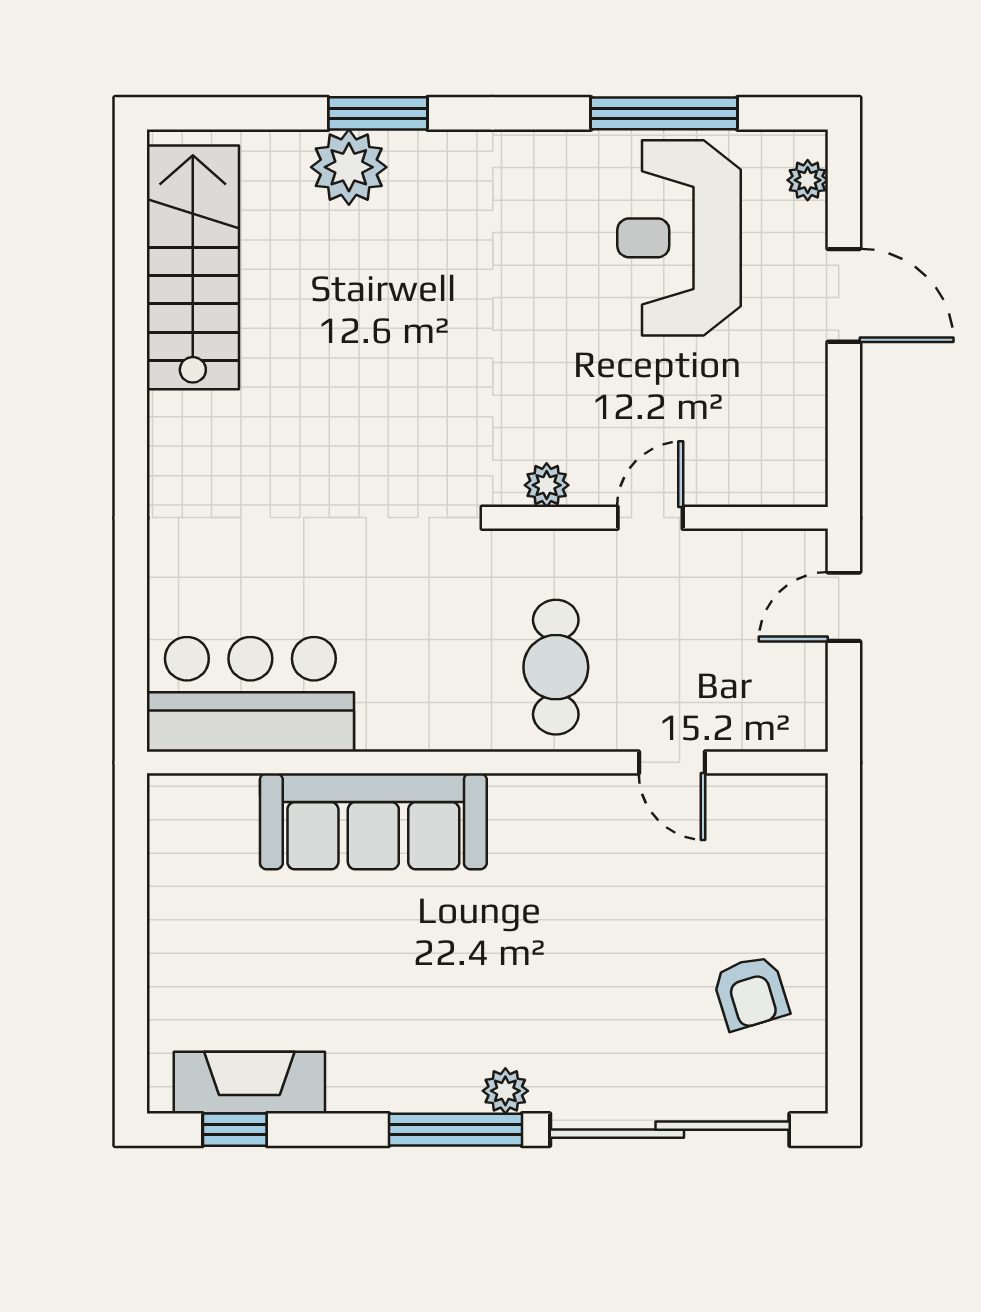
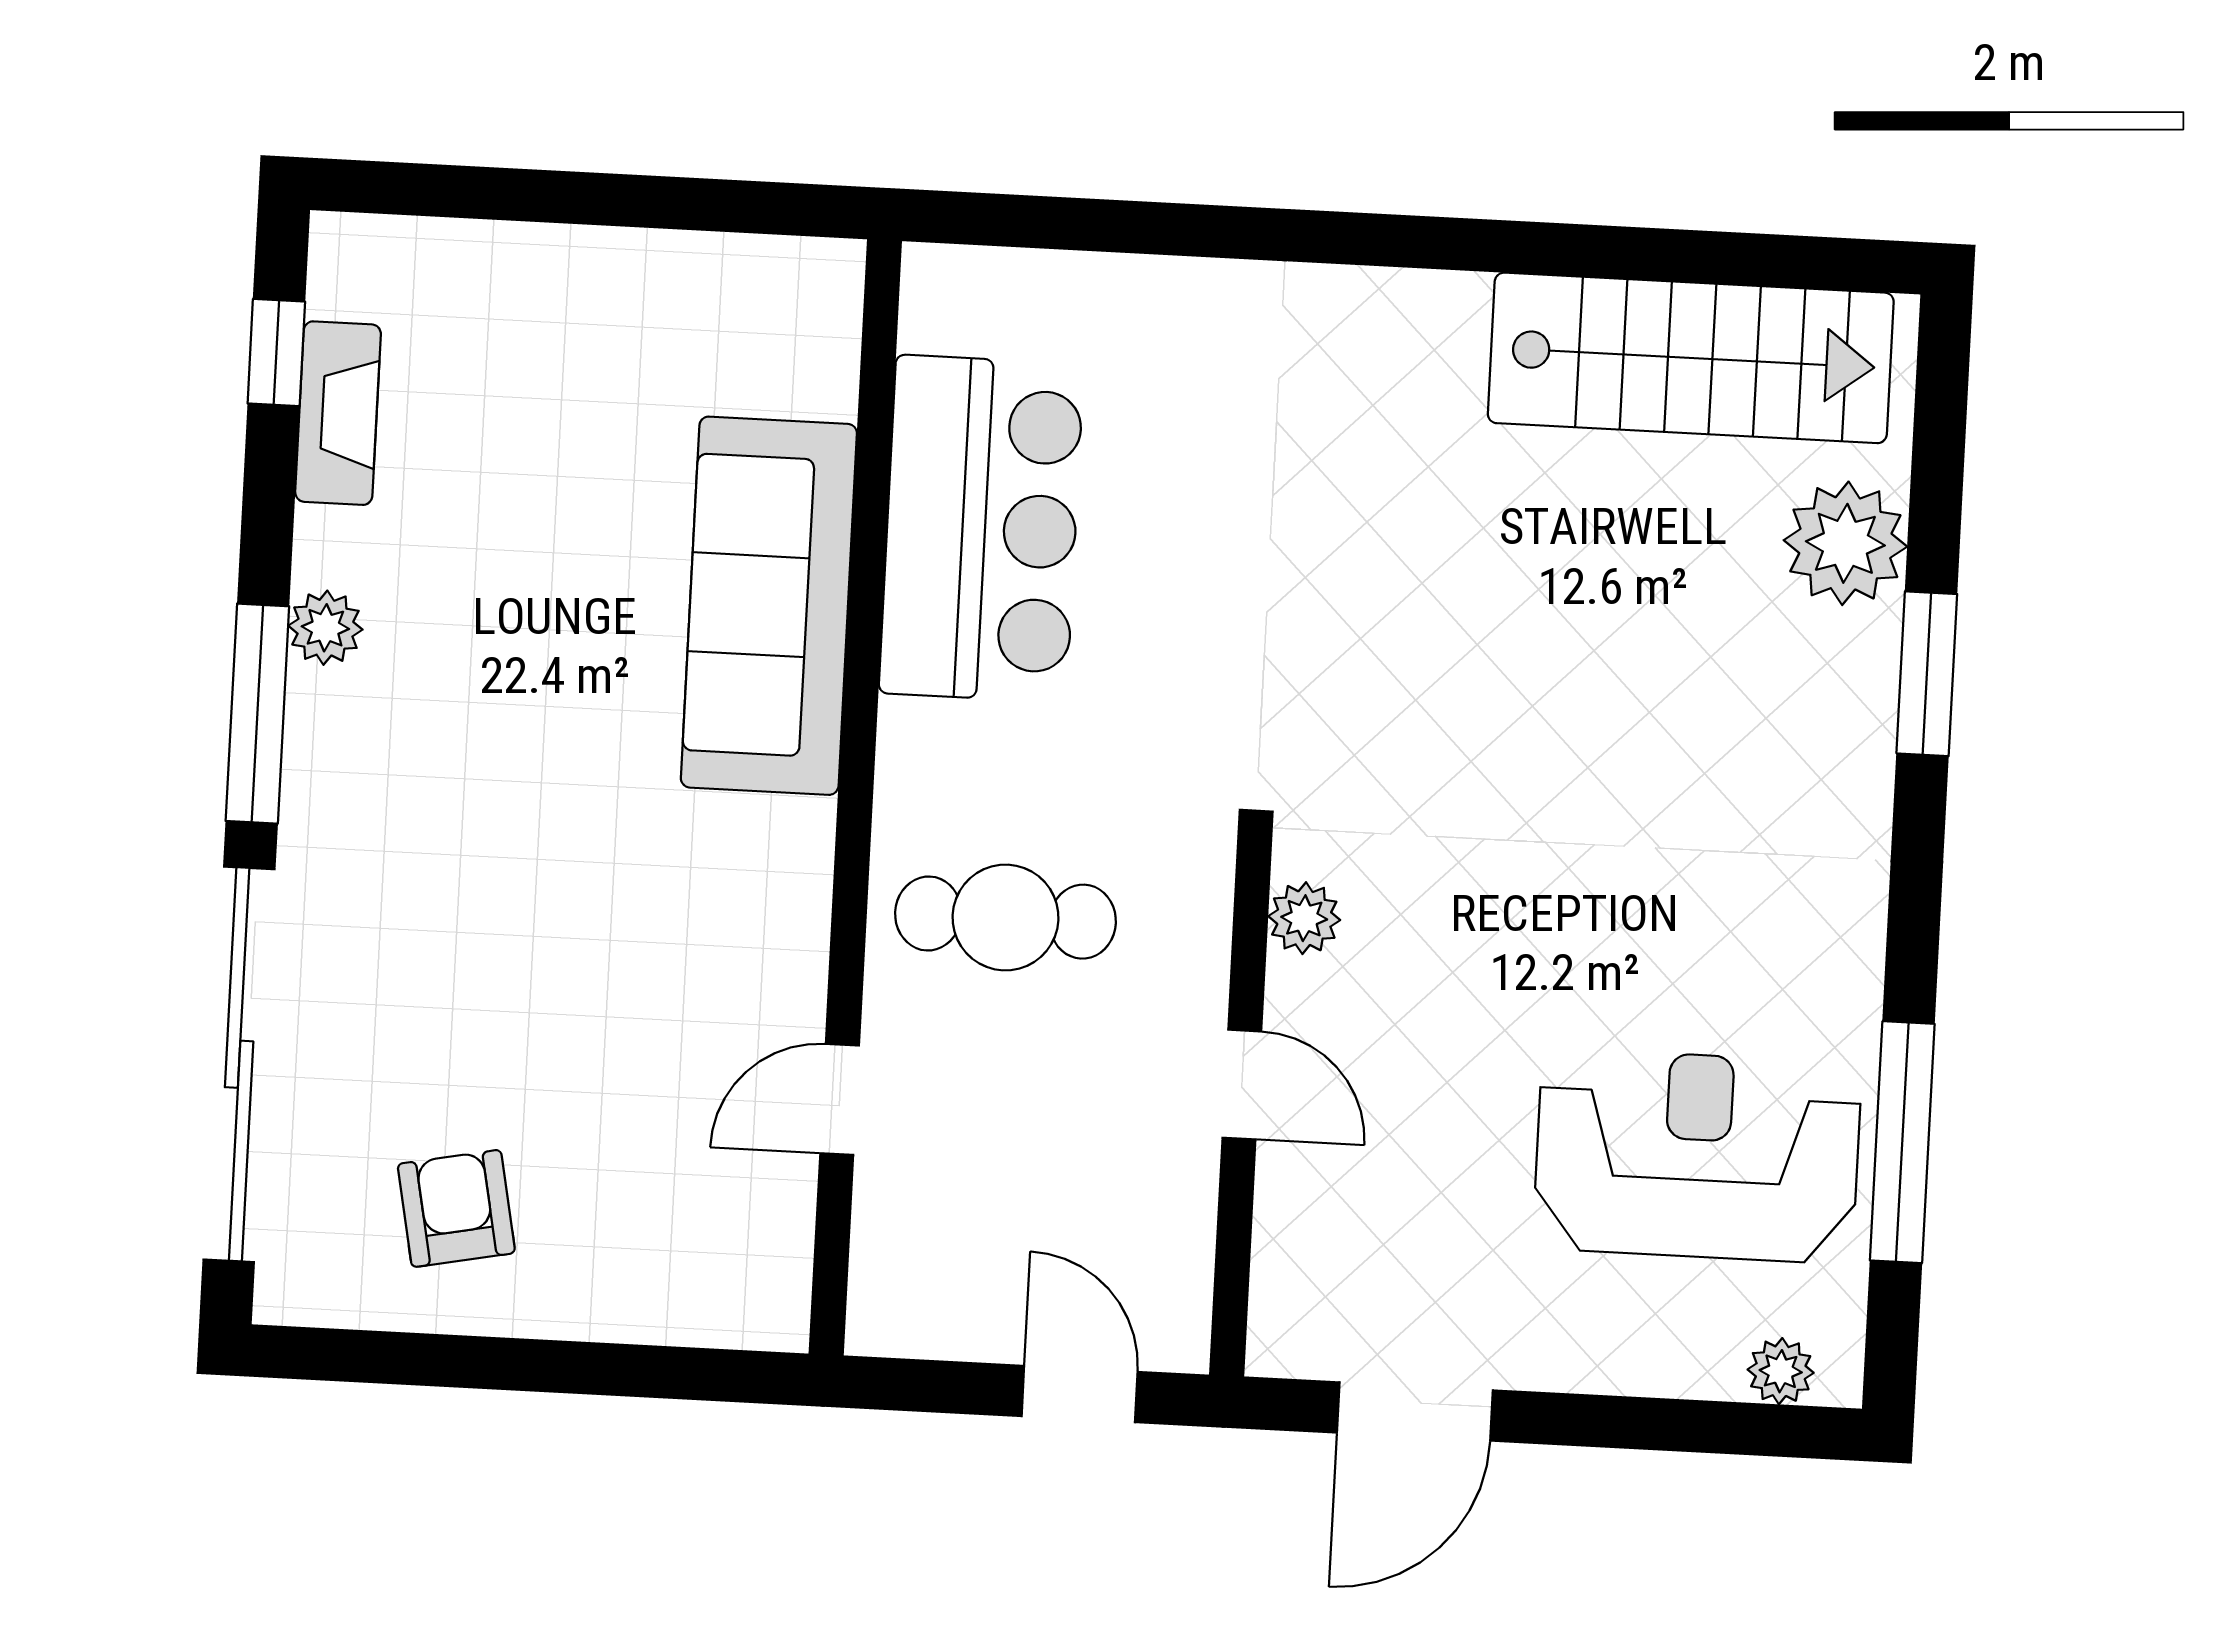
plant: (349, 167) -> (1845, 543), moved
door: (844, 295) -> (1415, 1412), moved
bar counter: (250, 694) -> (981, 529), moved
armchair: (751, 993) -> (456, 1208), turned 96
fireplace: (249, 1083) -> (338, 413), width x0.73, depth x0.76
plant: (505, 1091) -> (325, 628), moved

